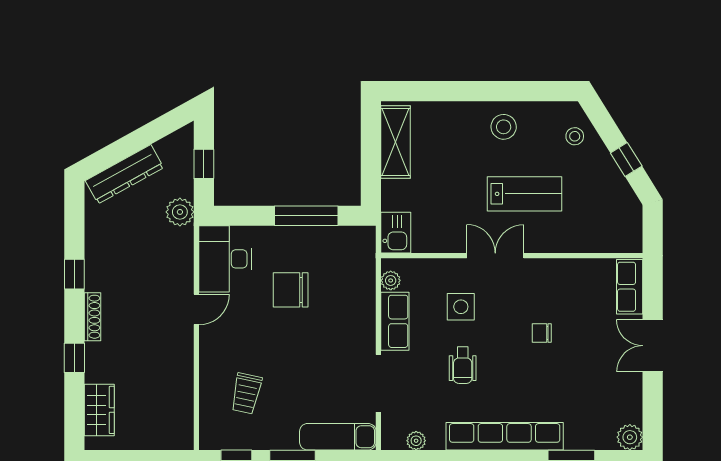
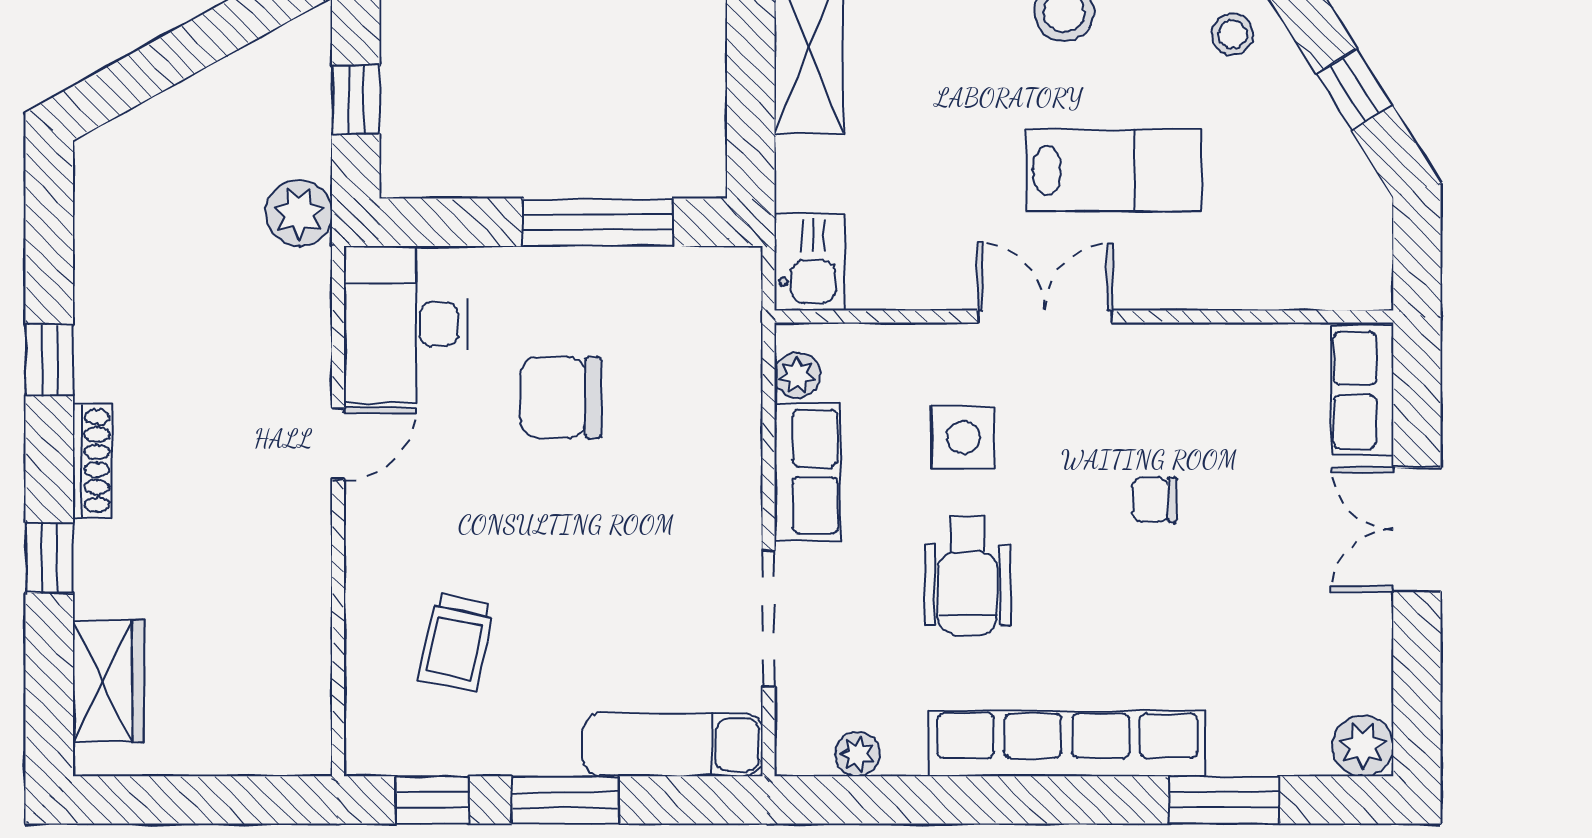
dresser: (124, 174) -> (168, 124), removed
wheelchair: (463, 365) -> (968, 575), width x1.36, depth x1.37

